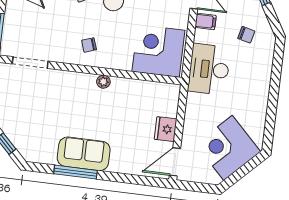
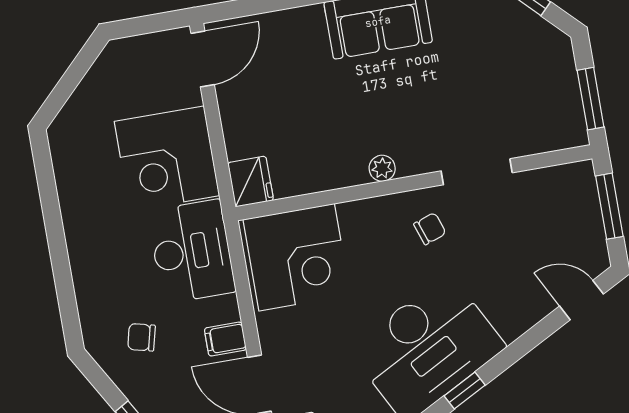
doorway: (30, 63) -> (477, 172), moved
fridge: (166, 129) -> (251, 182), moved
corner desk: (228, 148) -> (167, 159), moved, turned 135

